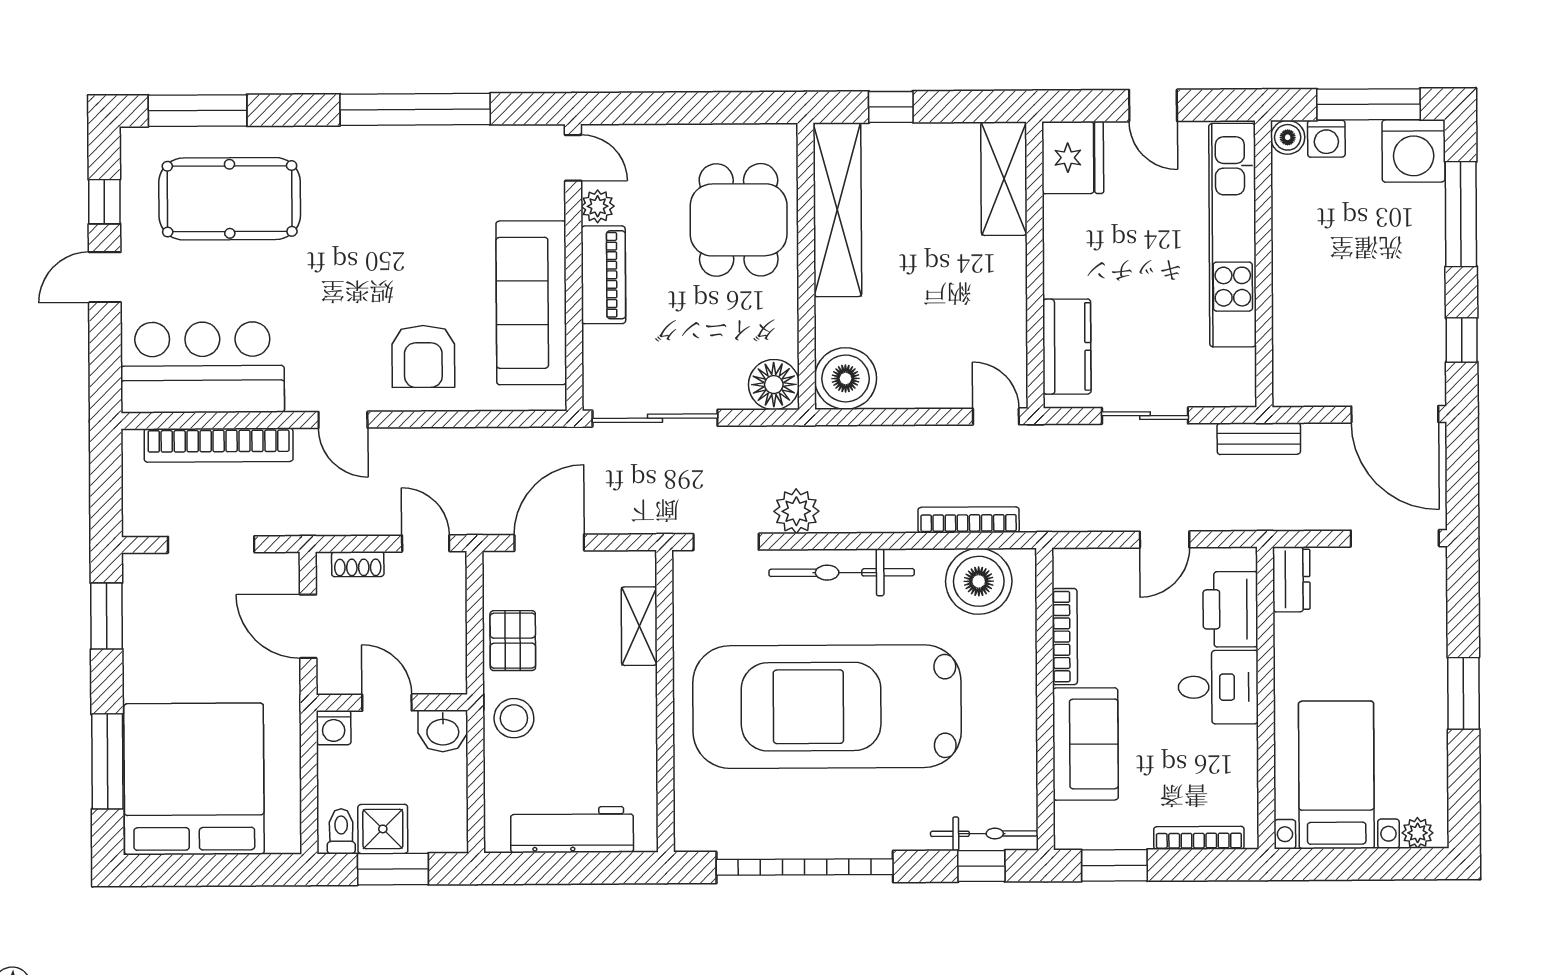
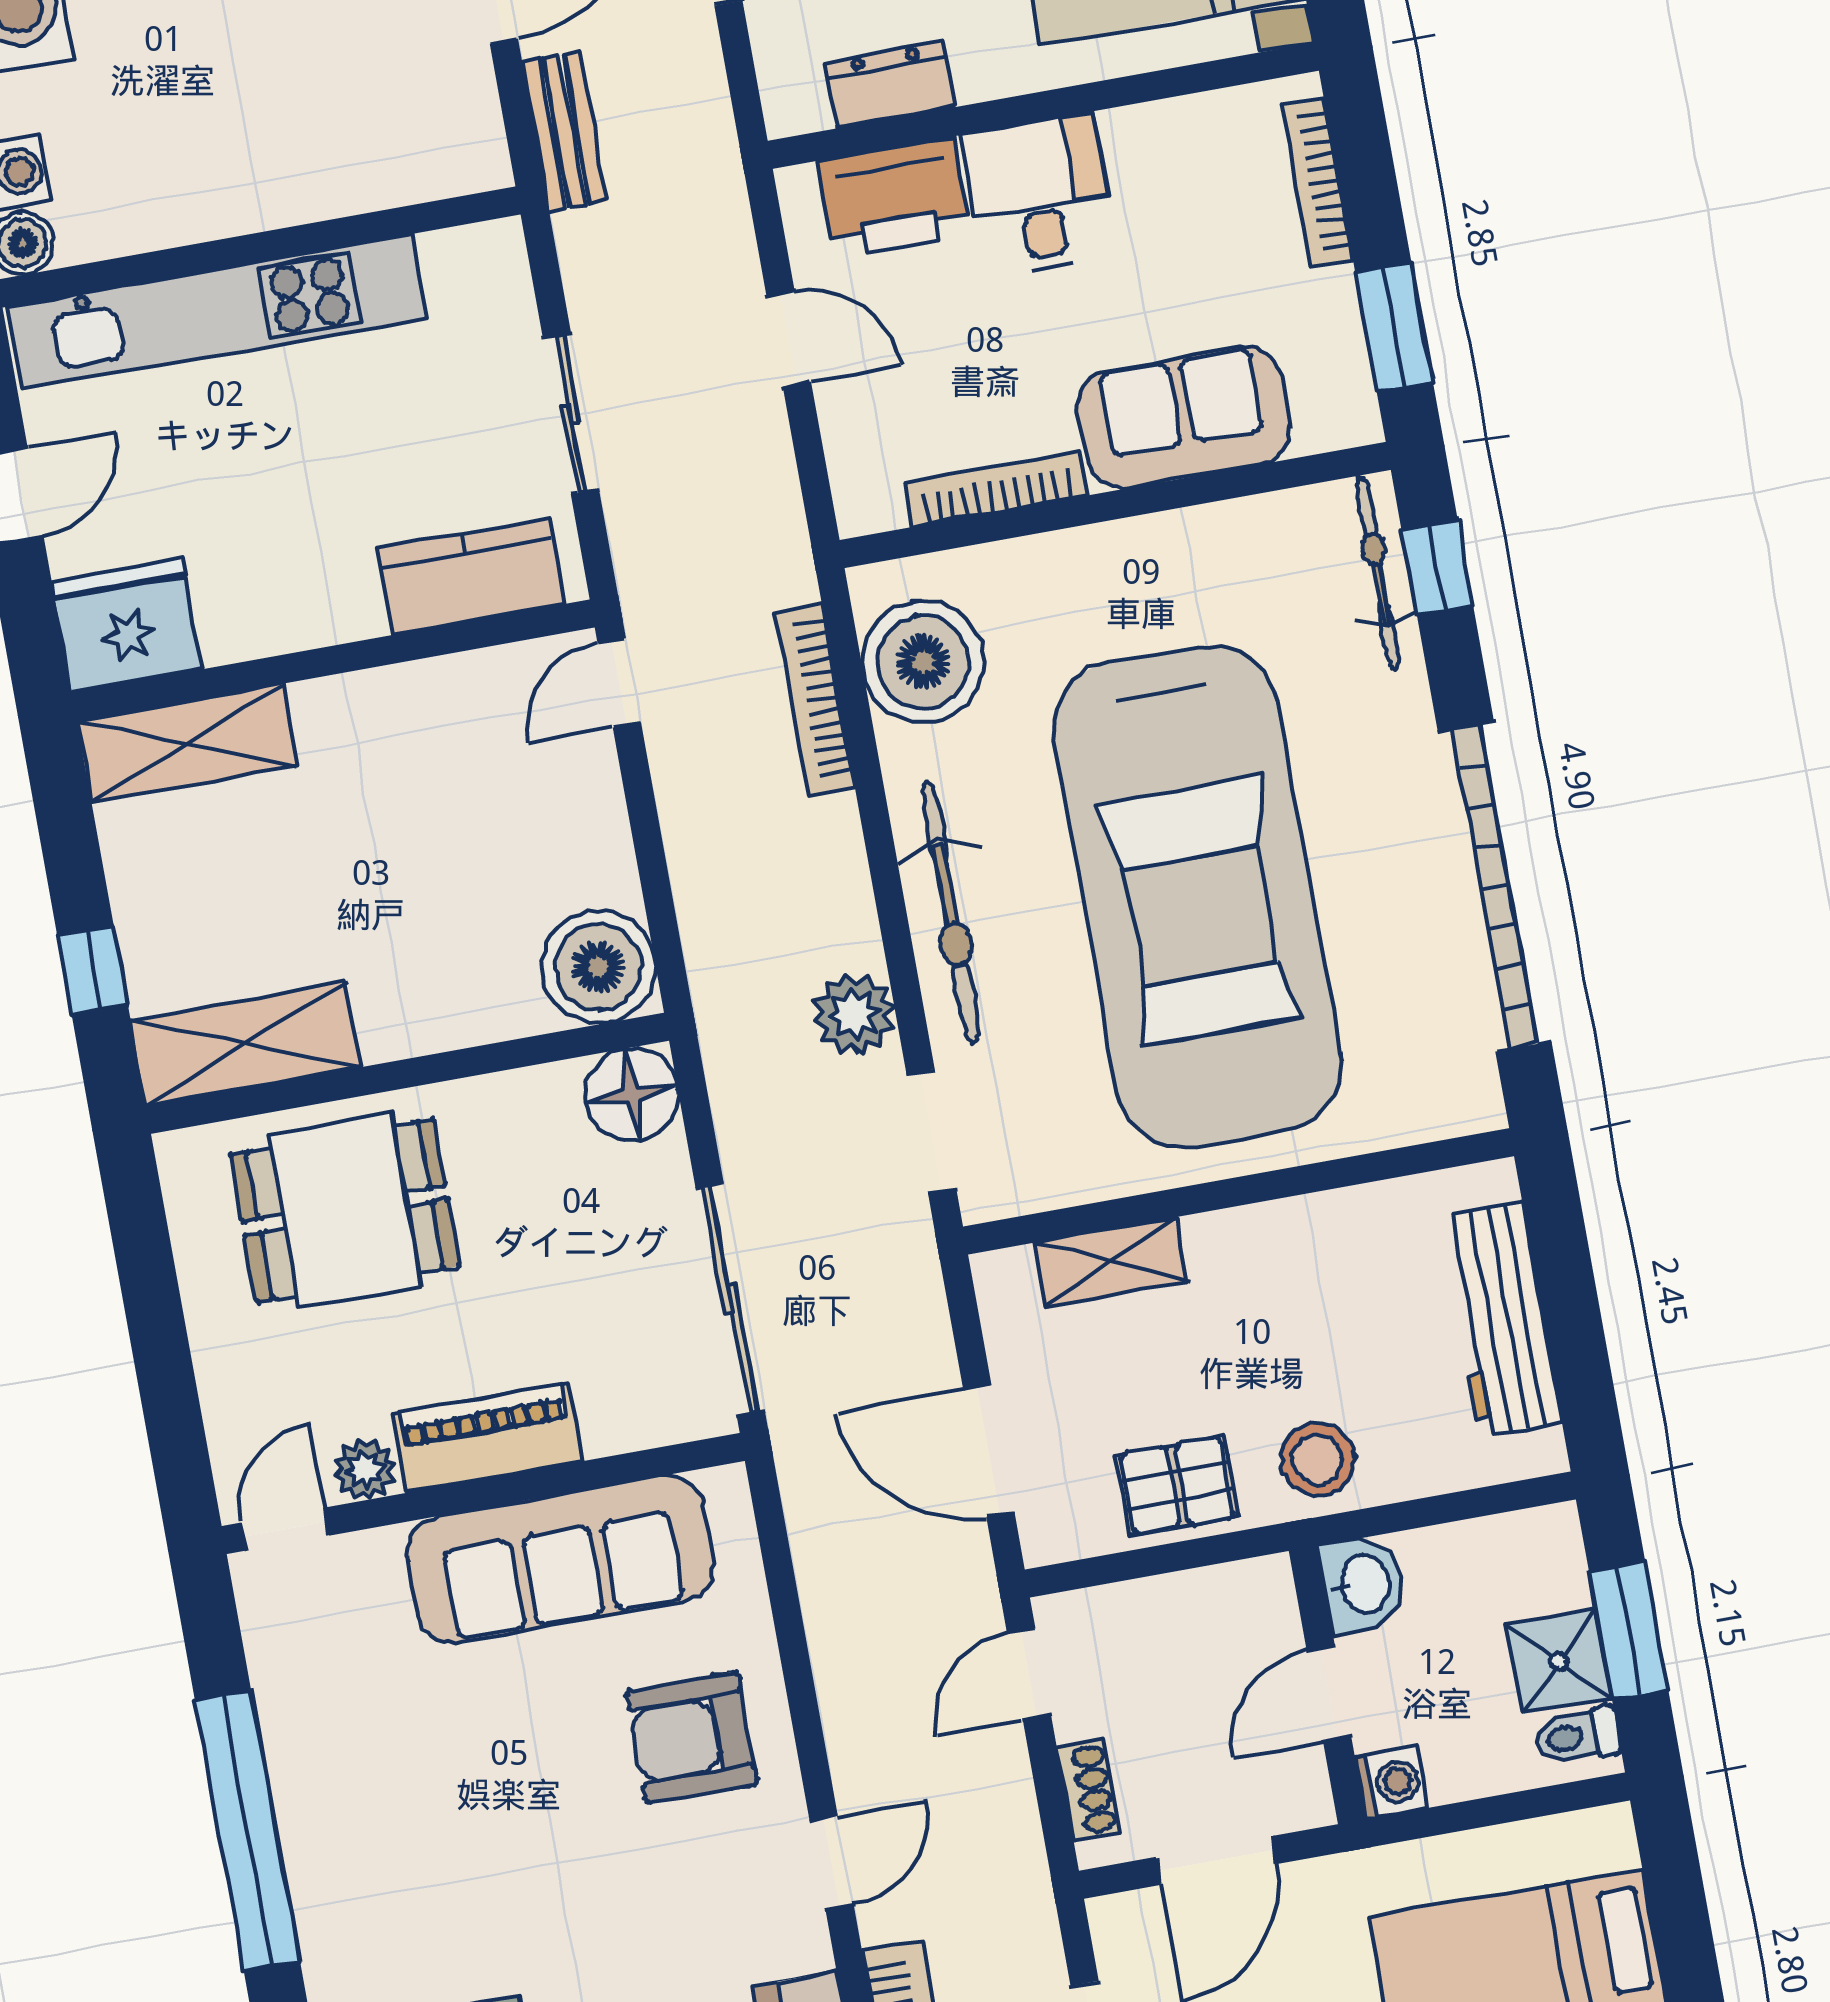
shelving: (837, 210) -> (245, 1044), width x0.68
armchair: (423, 356) -> (692, 1738), turned 180
bench: (1259, 439) -> (564, 132), moved
dresser: (1291, 579) -> (890, 85), moved

